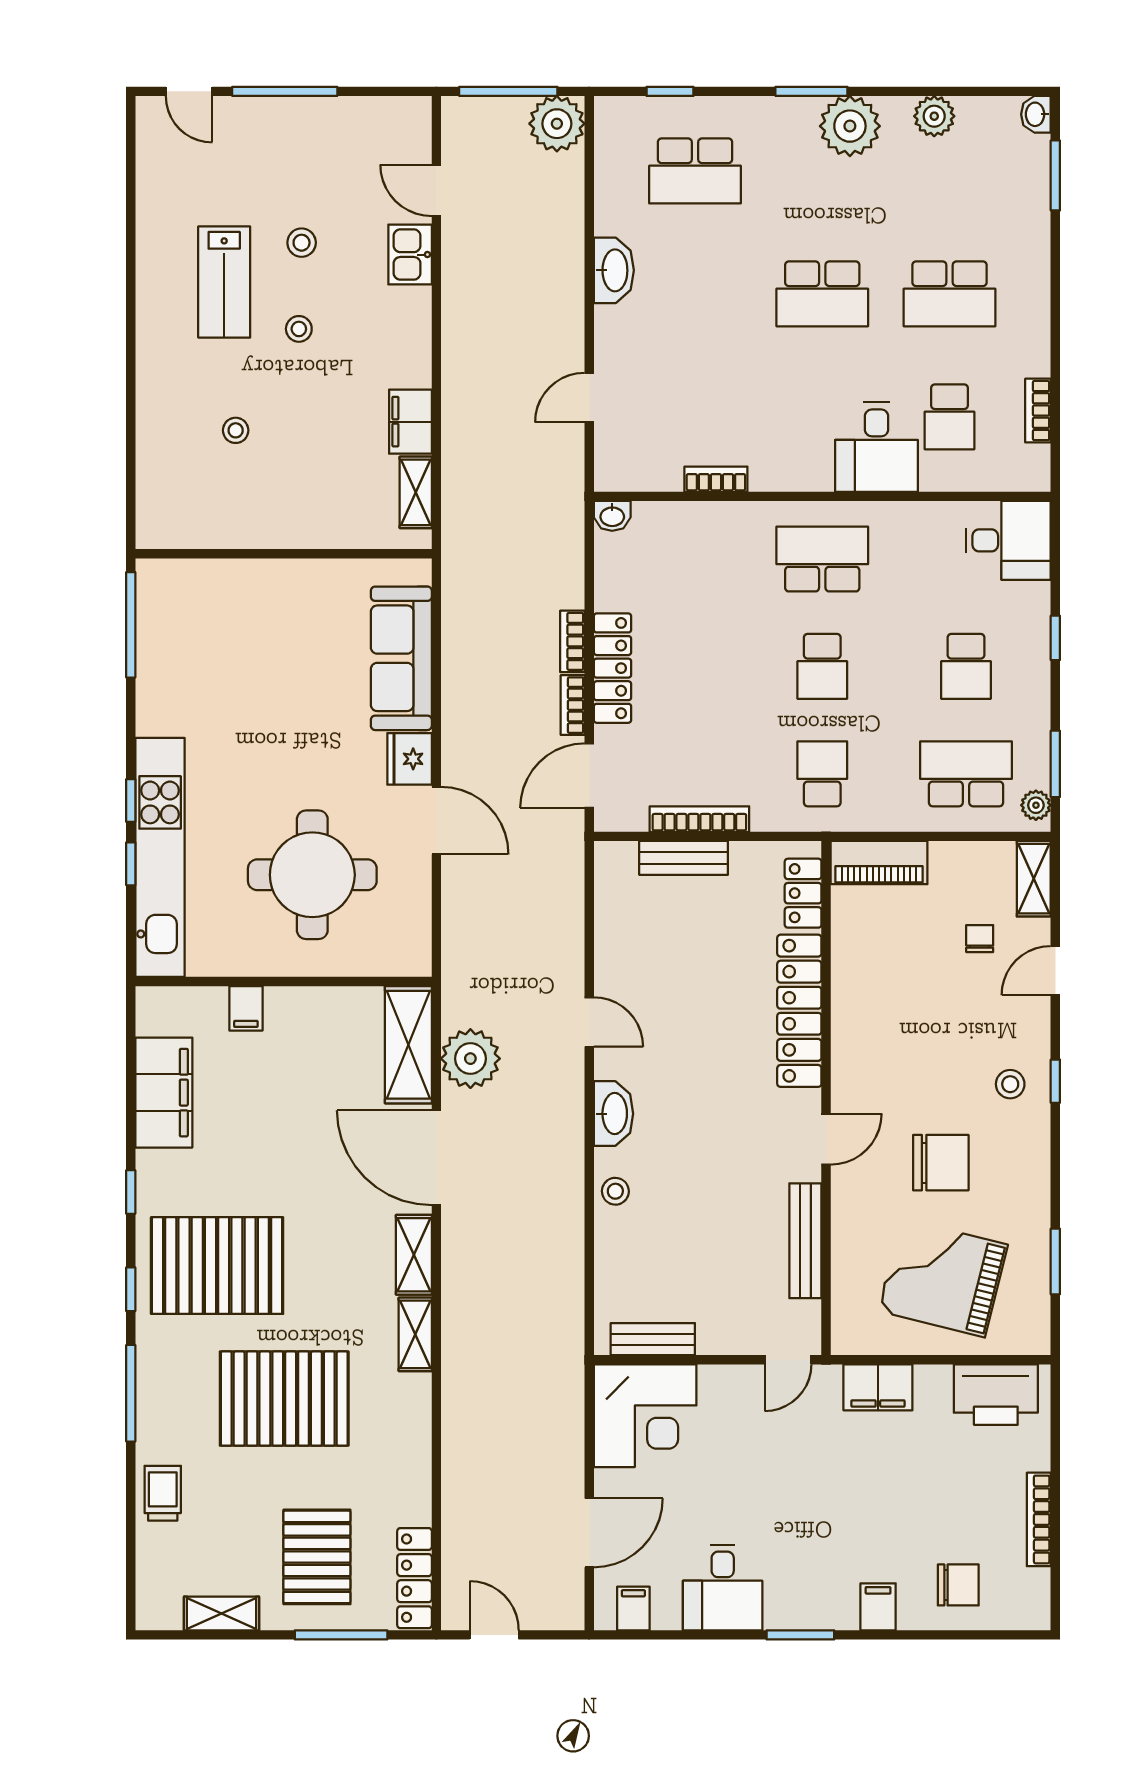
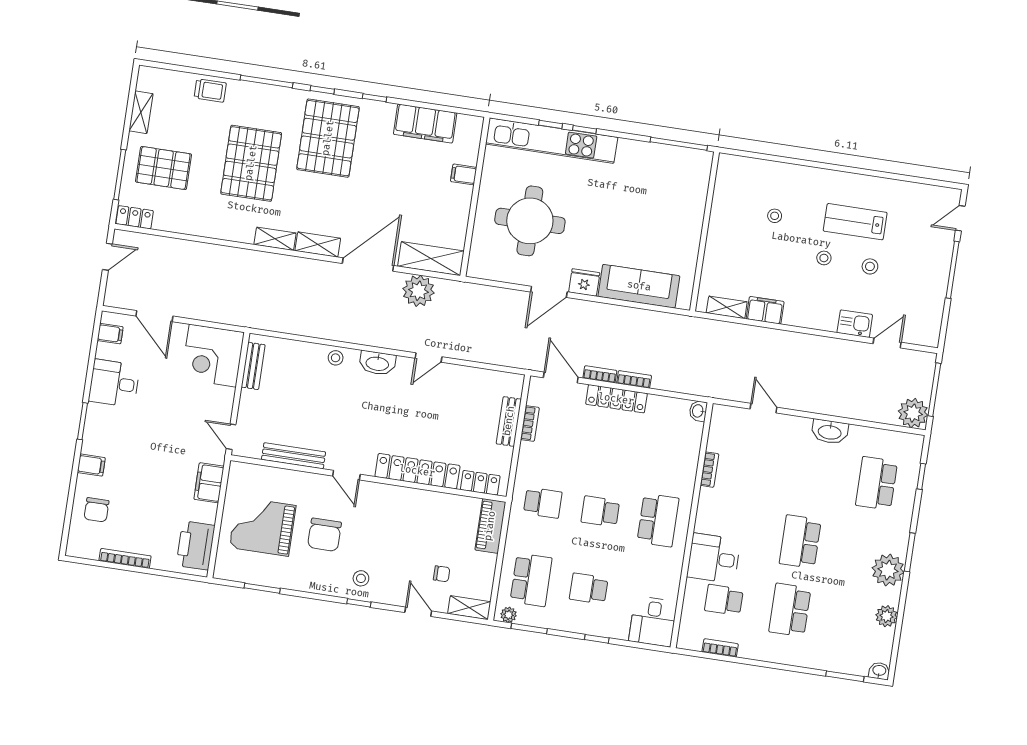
bookcase: (699, 819) -> (530, 424), width x0.64
grand piano: (943, 1278) -> (263, 526), turned -104
locker: (415, 1578) -> (135, 217), width x0.66

